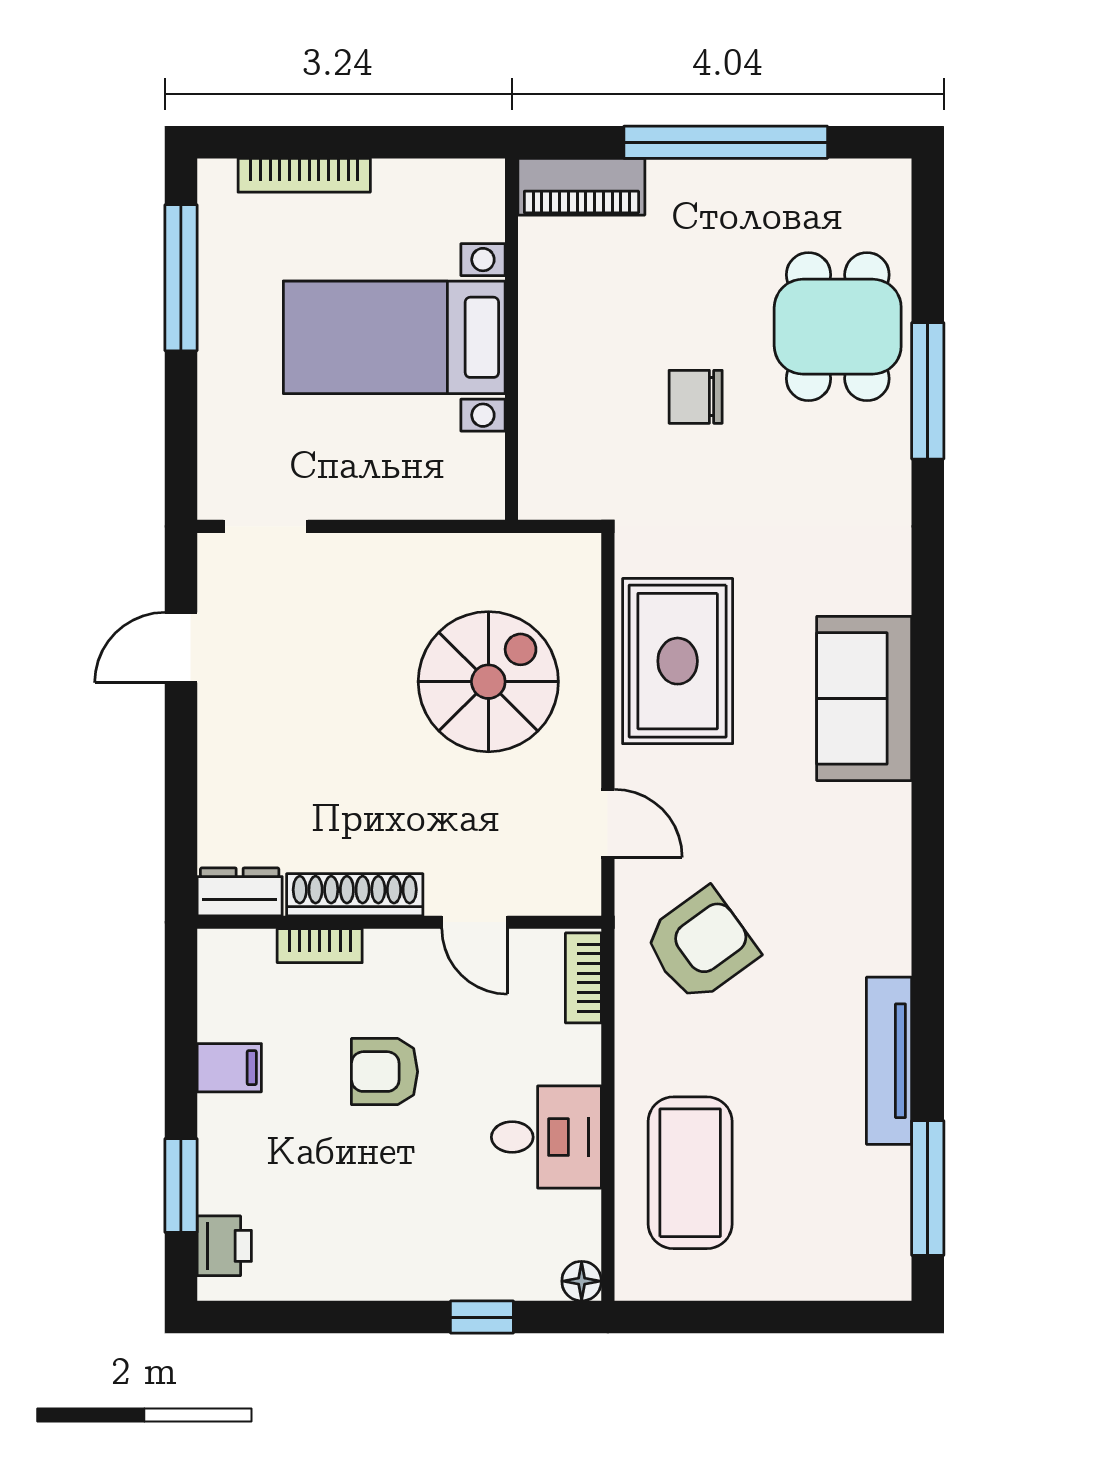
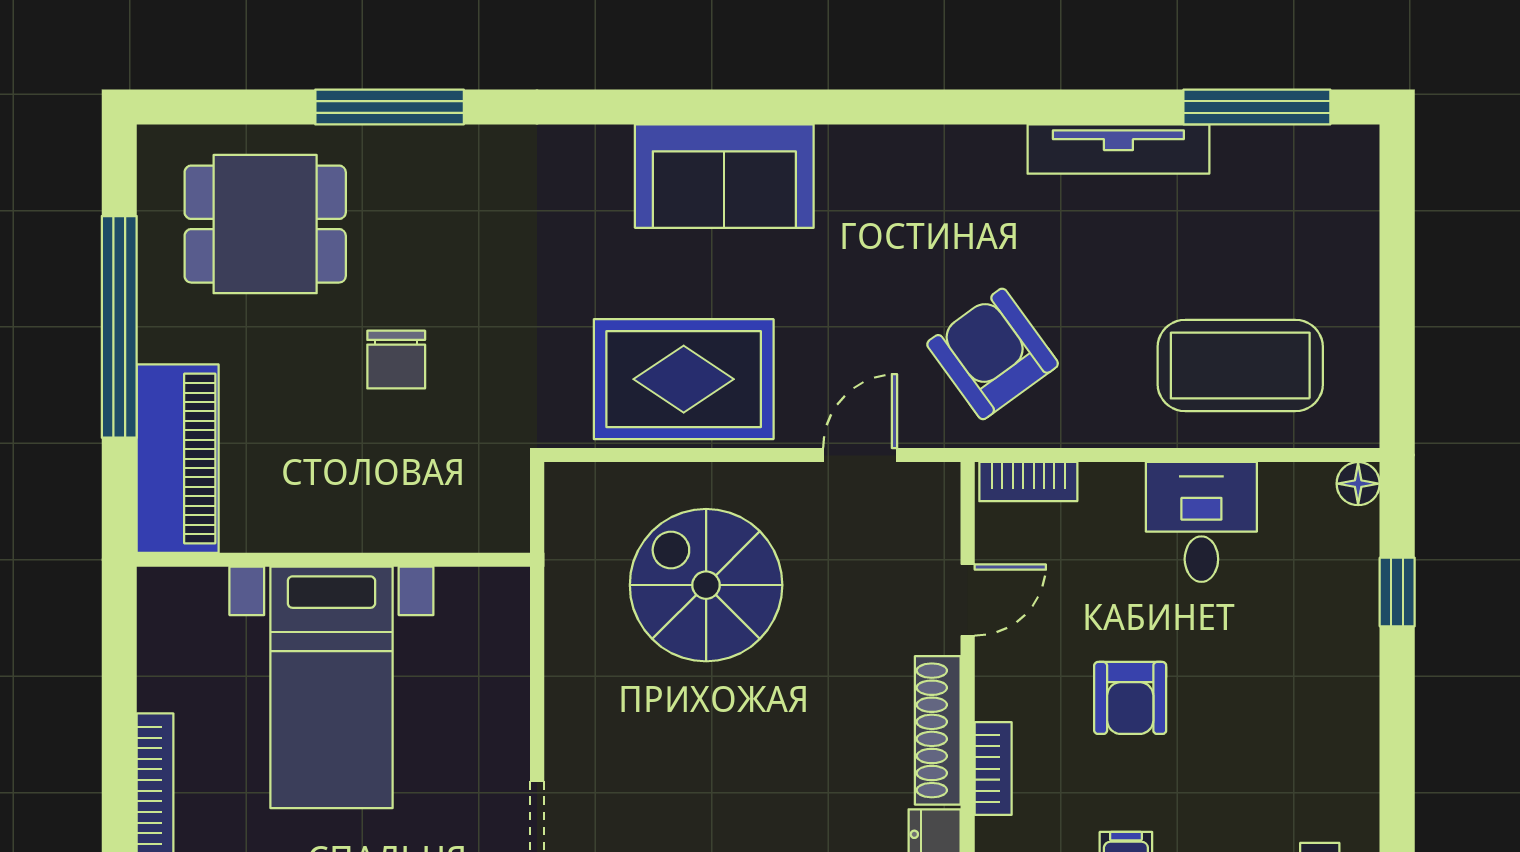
piano: (581, 187) -> (178, 459), width x1.37, depth x1.33
dining table: (838, 327) -> (265, 224), moved

